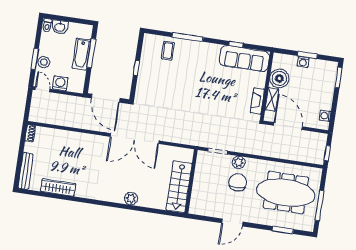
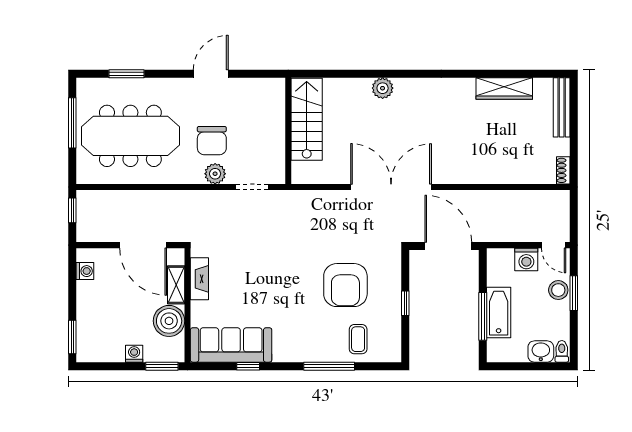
window: (307, 55) -> (162, 366), moved
armchair: (171, 84) -> (345, 285), added

